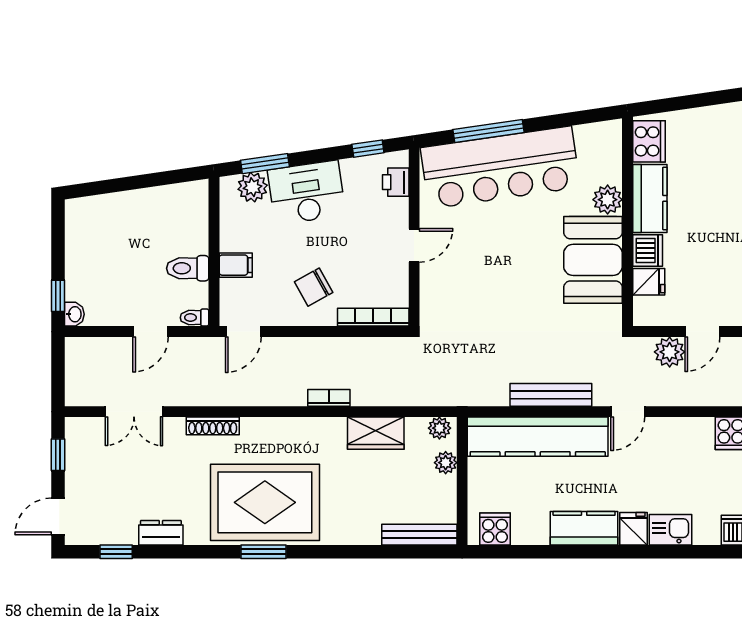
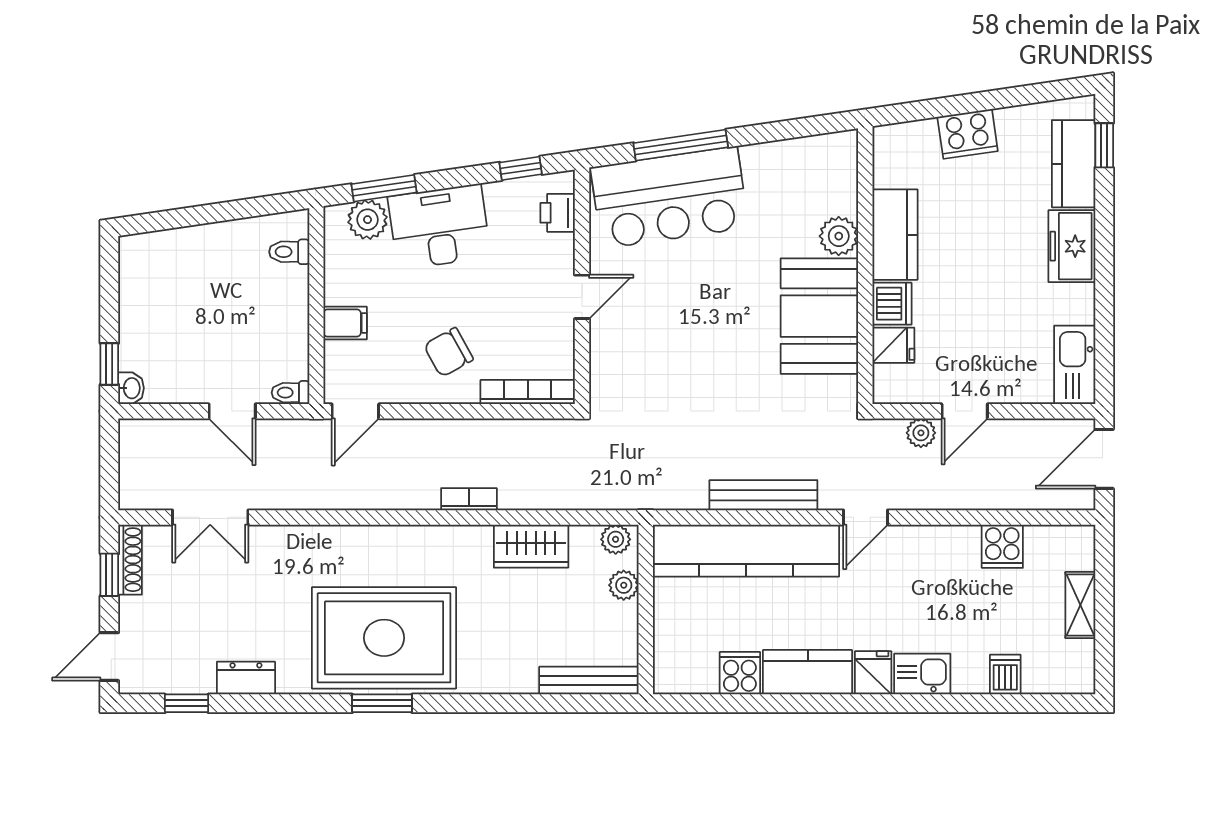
cooker: (649, 141) -> (968, 134), moved, turned 82
bar counter: (500, 168) -> (670, 197), width x0.73
toilet: (188, 268) -> (289, 252), moved, width x0.73, depth x0.72
door: (150, 332) -> (232, 411), hinge flipped
plant: (670, 352) -> (921, 433), width x0.73, depth x0.73
shoe rack: (213, 426) -> (130, 560), moved, turned -90
cooker: (495, 529) -> (740, 673), moved

